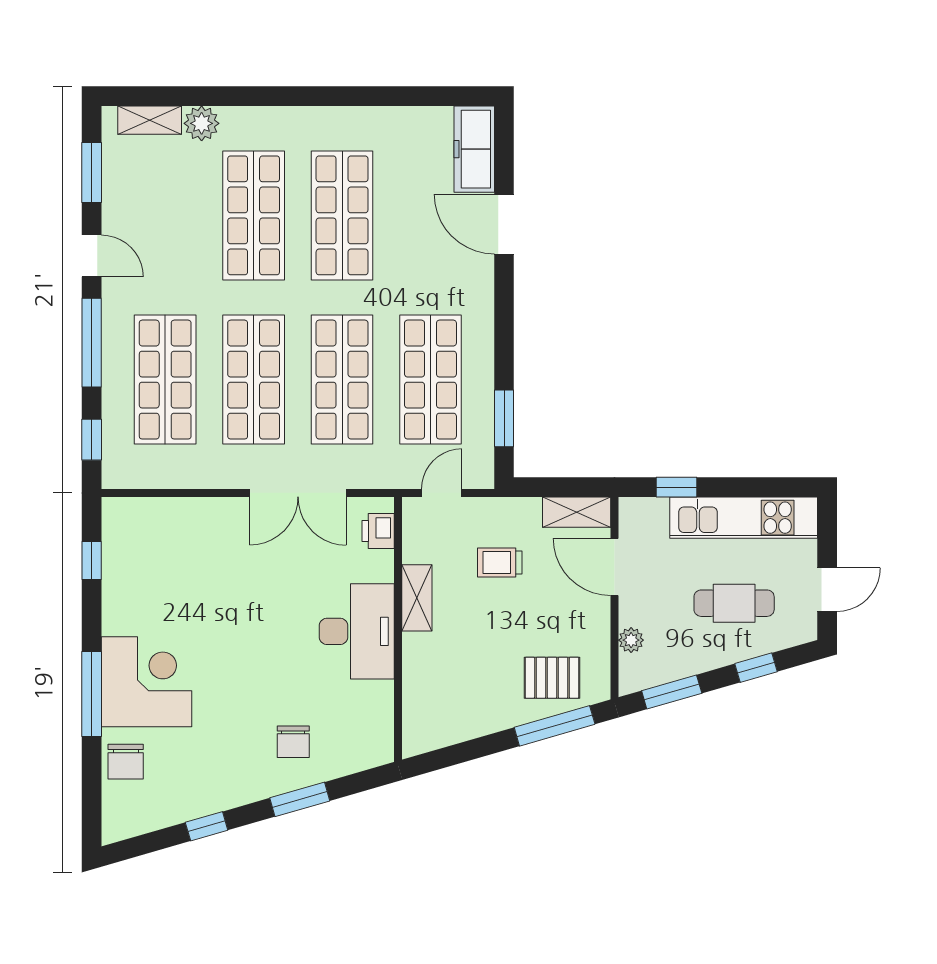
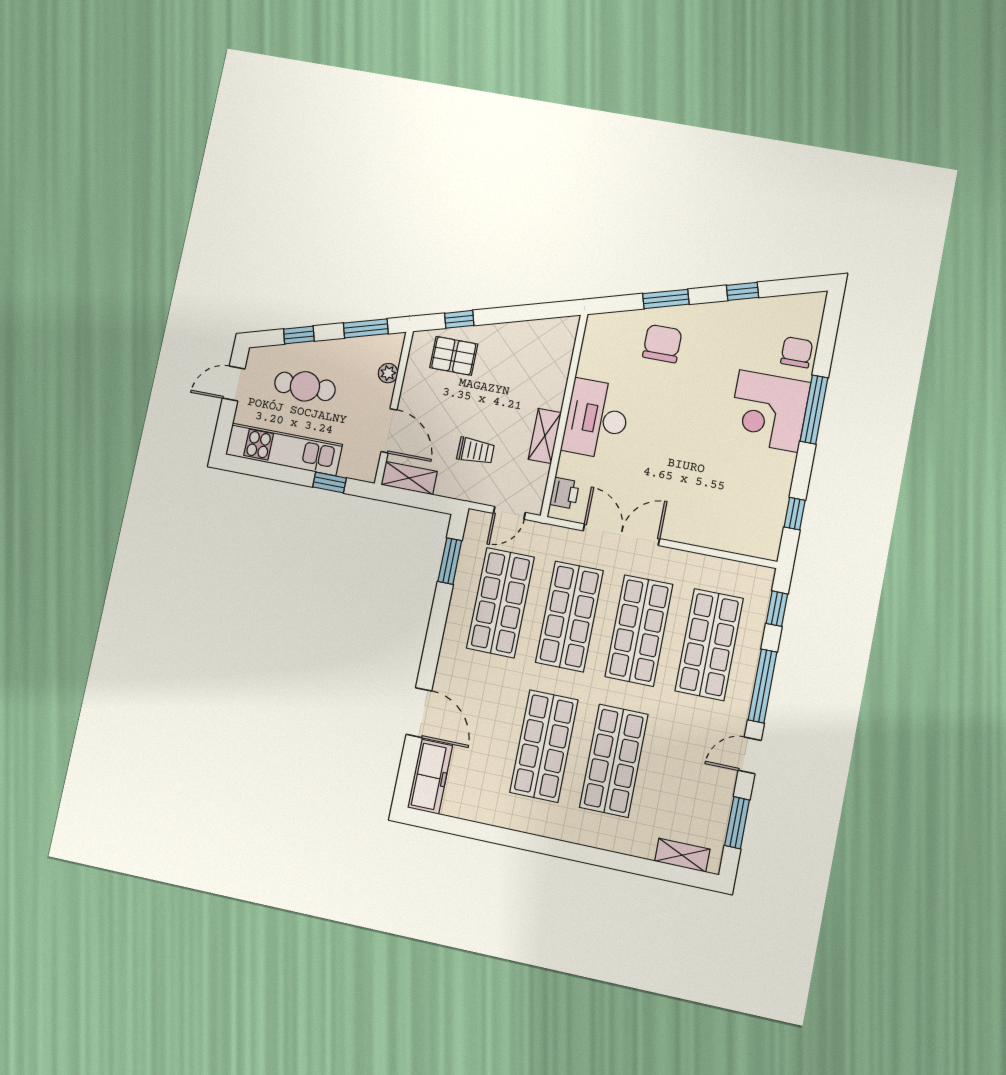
plant: (202, 123) -> (641, 843), removed
door: (92, 256) -> (750, 755), hinge flipped
window: (555, 726) -> (459, 319), width x0.46
chair: (293, 742) -> (662, 344), width x1.37, depth x1.37

